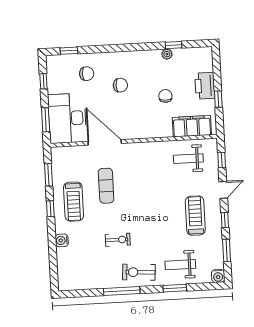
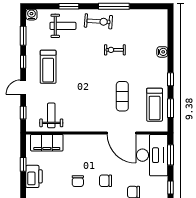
chair: (165, 96) -> (78, 181), moved
weight bench: (188, 159) -> (51, 115), turned -90
treadmill: (74, 202) -> (155, 105), moved, turned 180

